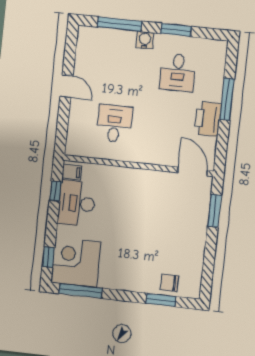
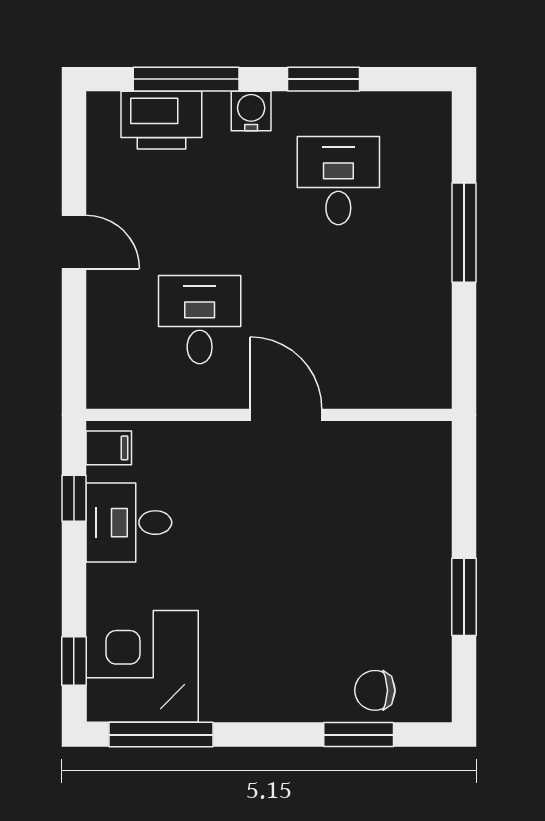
desk: (178, 72) -> (338, 181), turned 180
printer: (208, 119) -> (161, 120), moved, turned -90
door: (192, 172) -> (286, 415), moved
desk: (77, 203) -> (129, 523), width x0.73
window: (215, 211) -> (464, 597), moved

